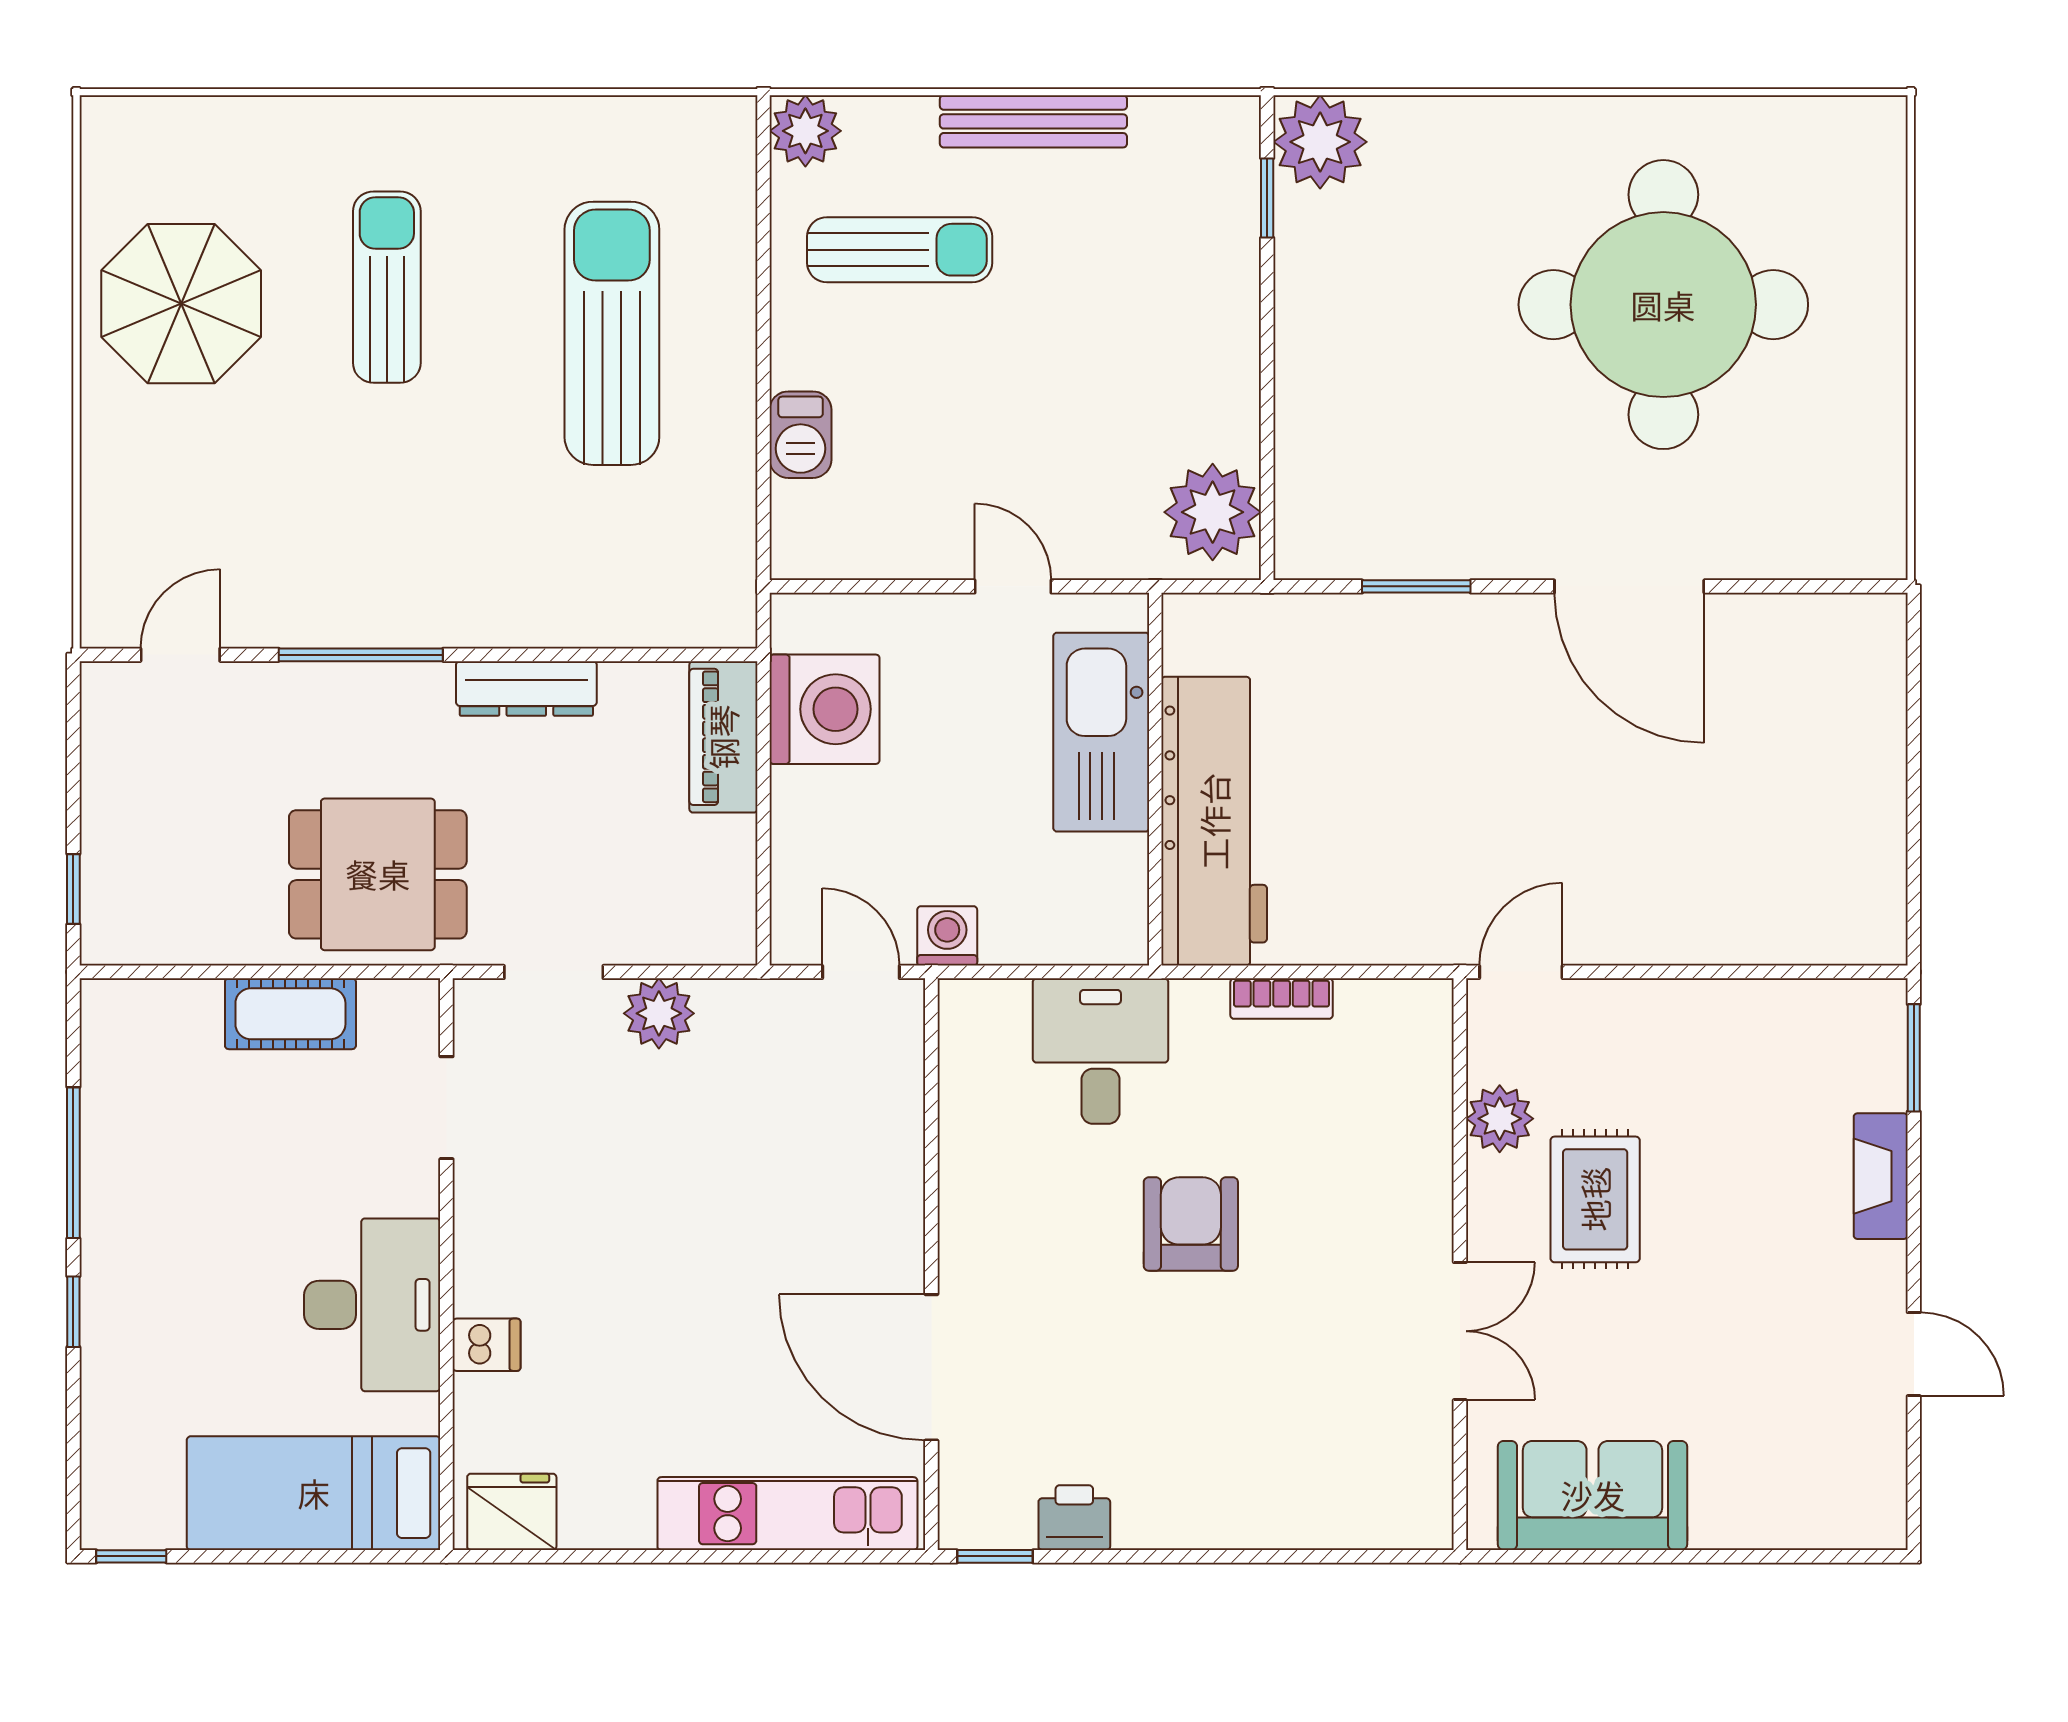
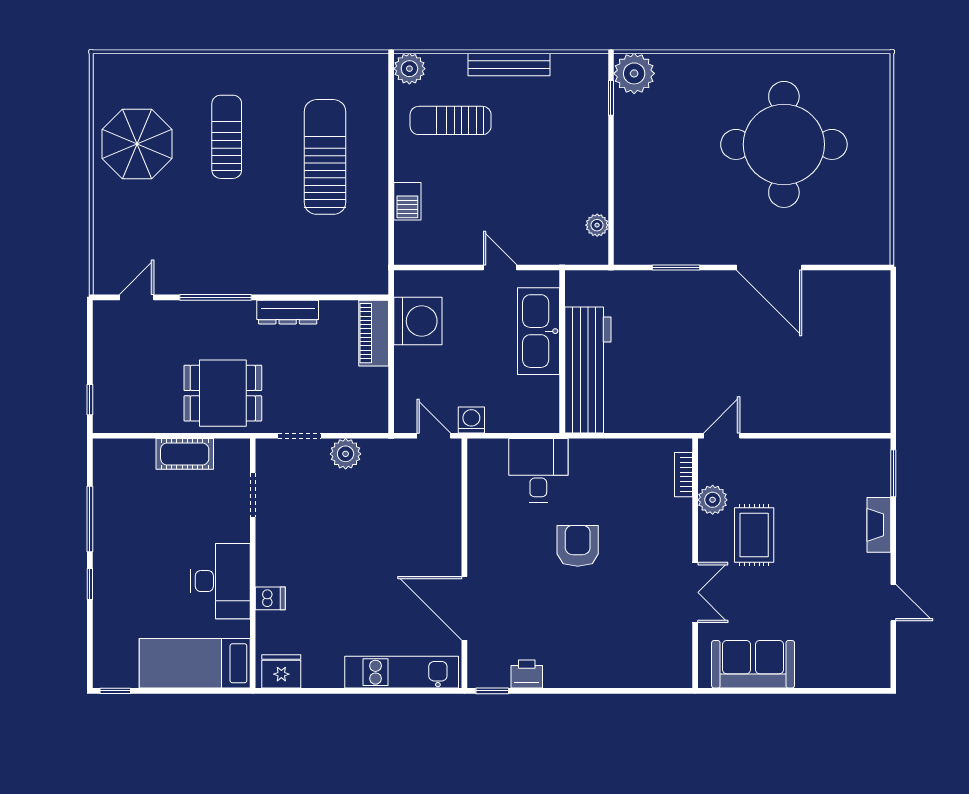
sun lounger: (900, 250) -> (451, 120), turned 180
plant: (1213, 512) -> (597, 225), width x0.53, depth x0.53
bookcase: (1282, 999) -> (684, 475), moved, turned 90

